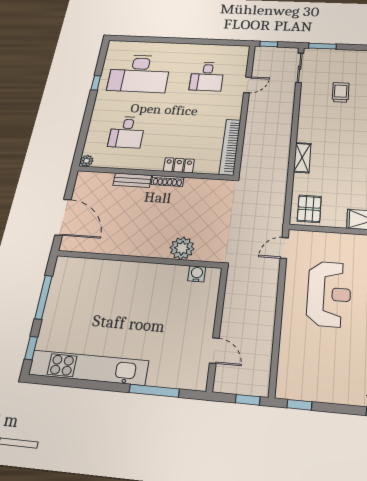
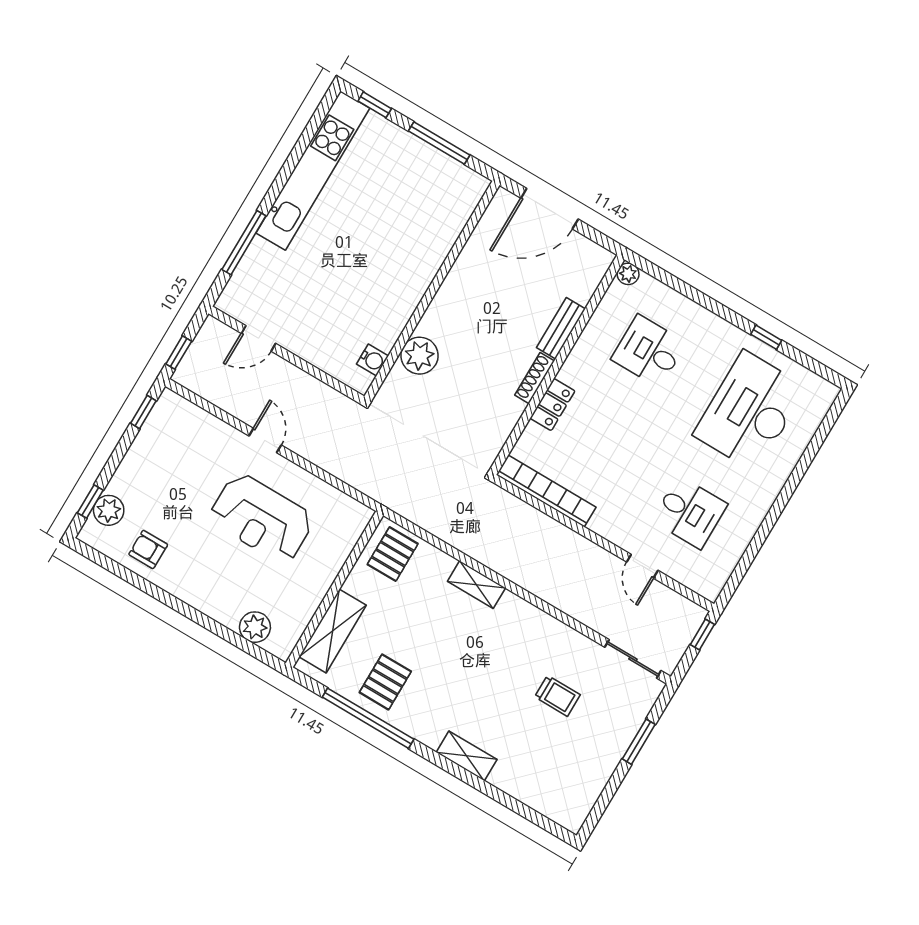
window: (322, 46) -> (639, 742), moved
desk: (207, 76) -> (690, 512), turned 180
pallet: (309, 209) -> (393, 554), turned 90
door: (284, 248) -> (265, 441), moved

